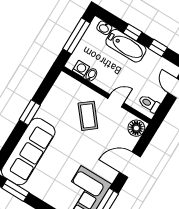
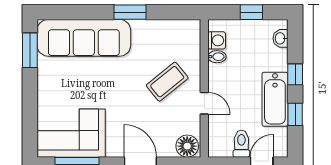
window: (76, 36) -> (251, 12), width x0.46
bathtub: (126, 46) -> (275, 99), moved
toilet: (149, 104) -> (241, 144), moved

